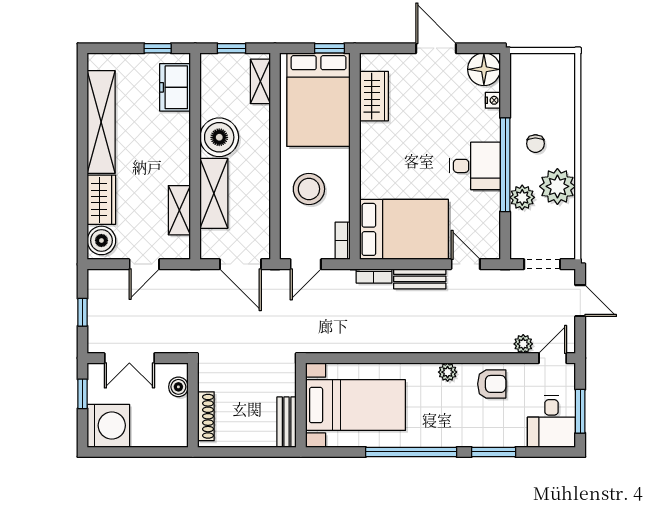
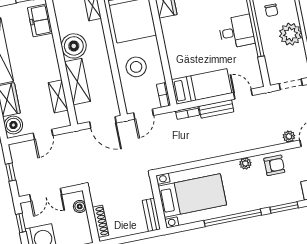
plant: (522, 197) -> (270, 45), removed
bed: (404, 229) -> (202, 86), width x0.67

